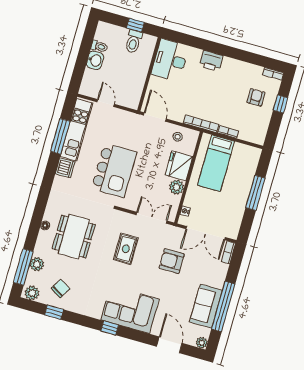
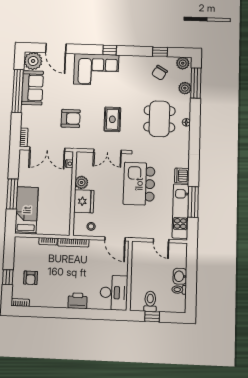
bed: (216, 163) -> (27, 210), moved
double door: (152, 218) -> (107, 151), moved
double door: (206, 233) -> (47, 149), swing flipped
plant: (202, 343) -> (33, 61), width x1.88, depth x1.88

